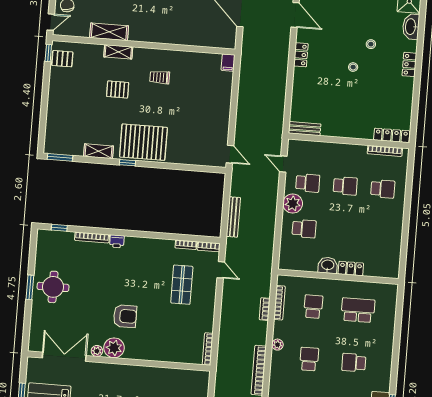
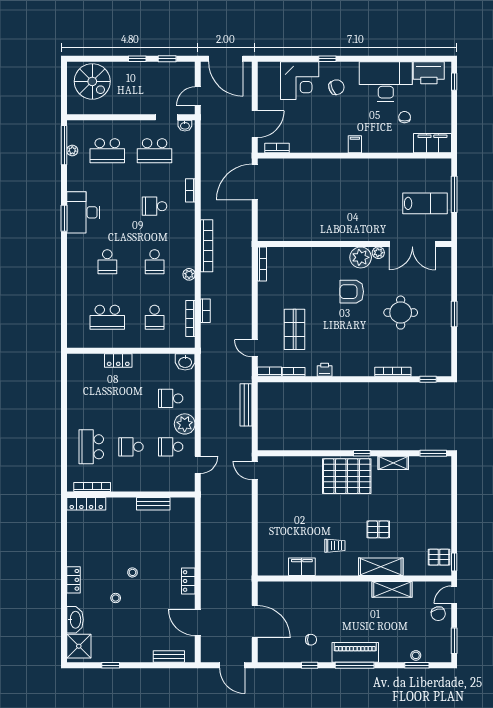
shelving: (118, 52) -> (381, 567), width x1.50, depth x1.33
filing cabinet: (228, 63) -> (302, 567), moved, width x2.00
bench: (305, 129) -> (153, 504), moved
door: (283, 164) -> (198, 465), hinge flipped
school desk: (383, 189) -> (91, 447), width x1.85
printer: (117, 241) -> (325, 370), moved
washbasin: (328, 265) -> (185, 362), moved
round table: (53, 287) -> (401, 313), moved
school desk: (354, 363) -> (107, 262), turned 90

